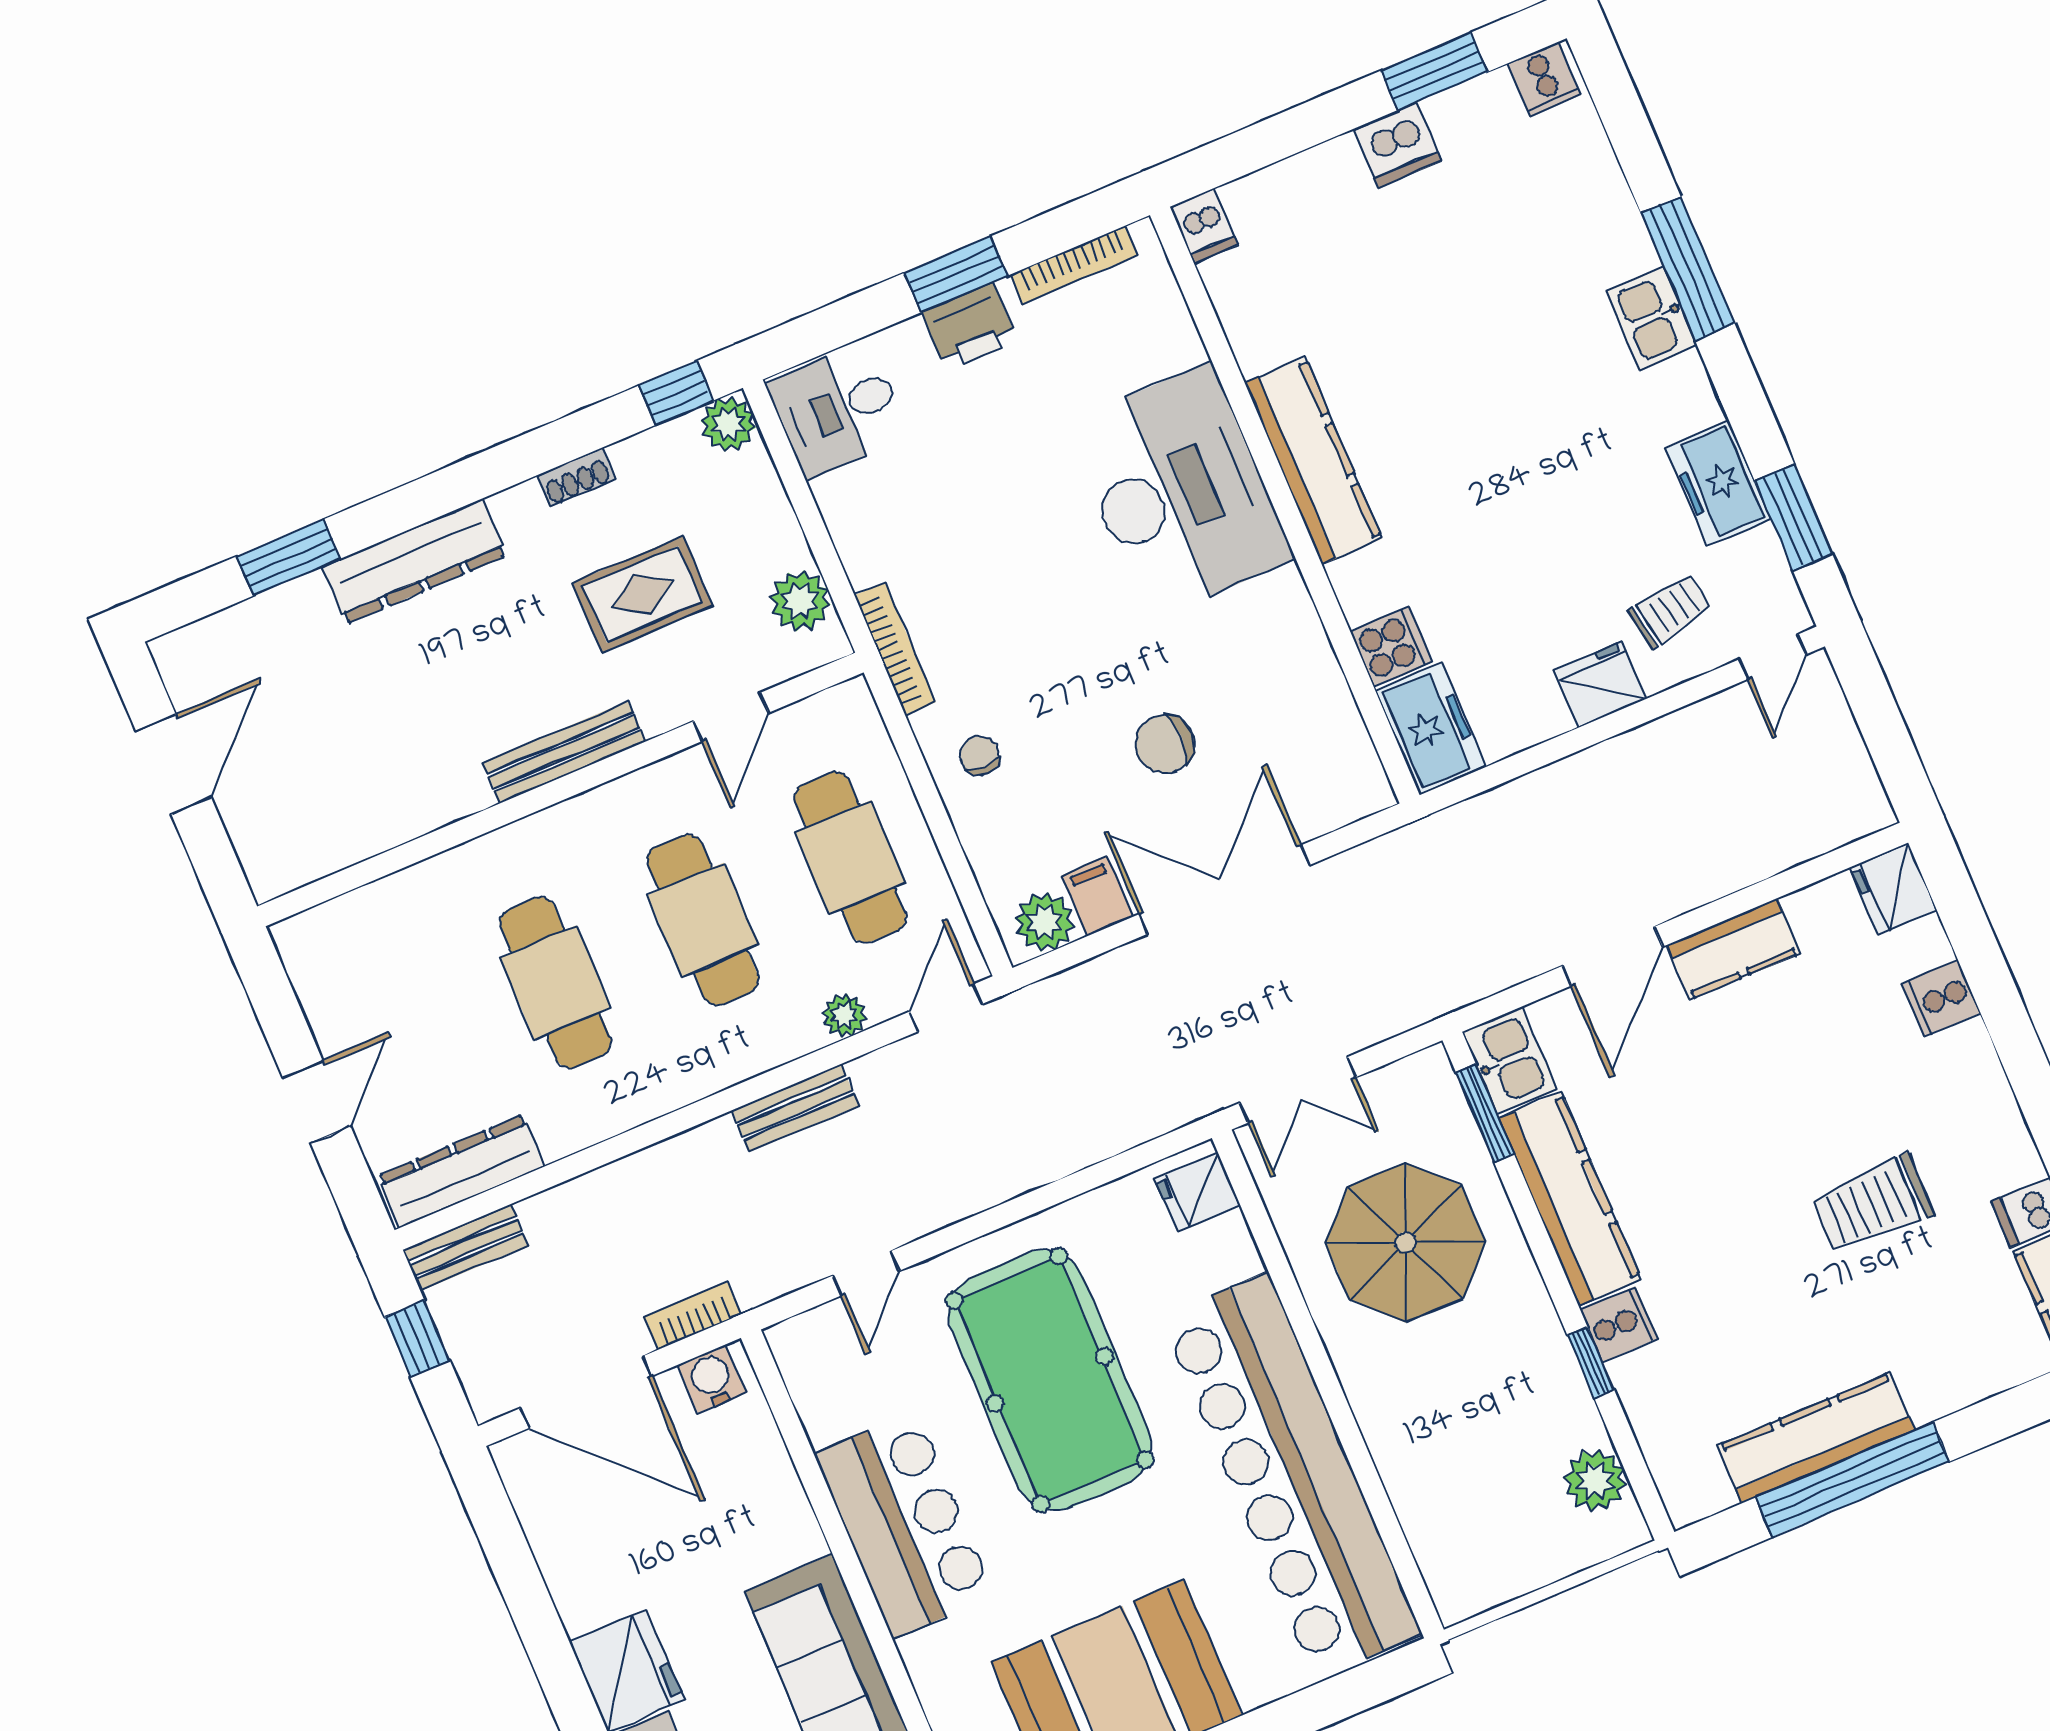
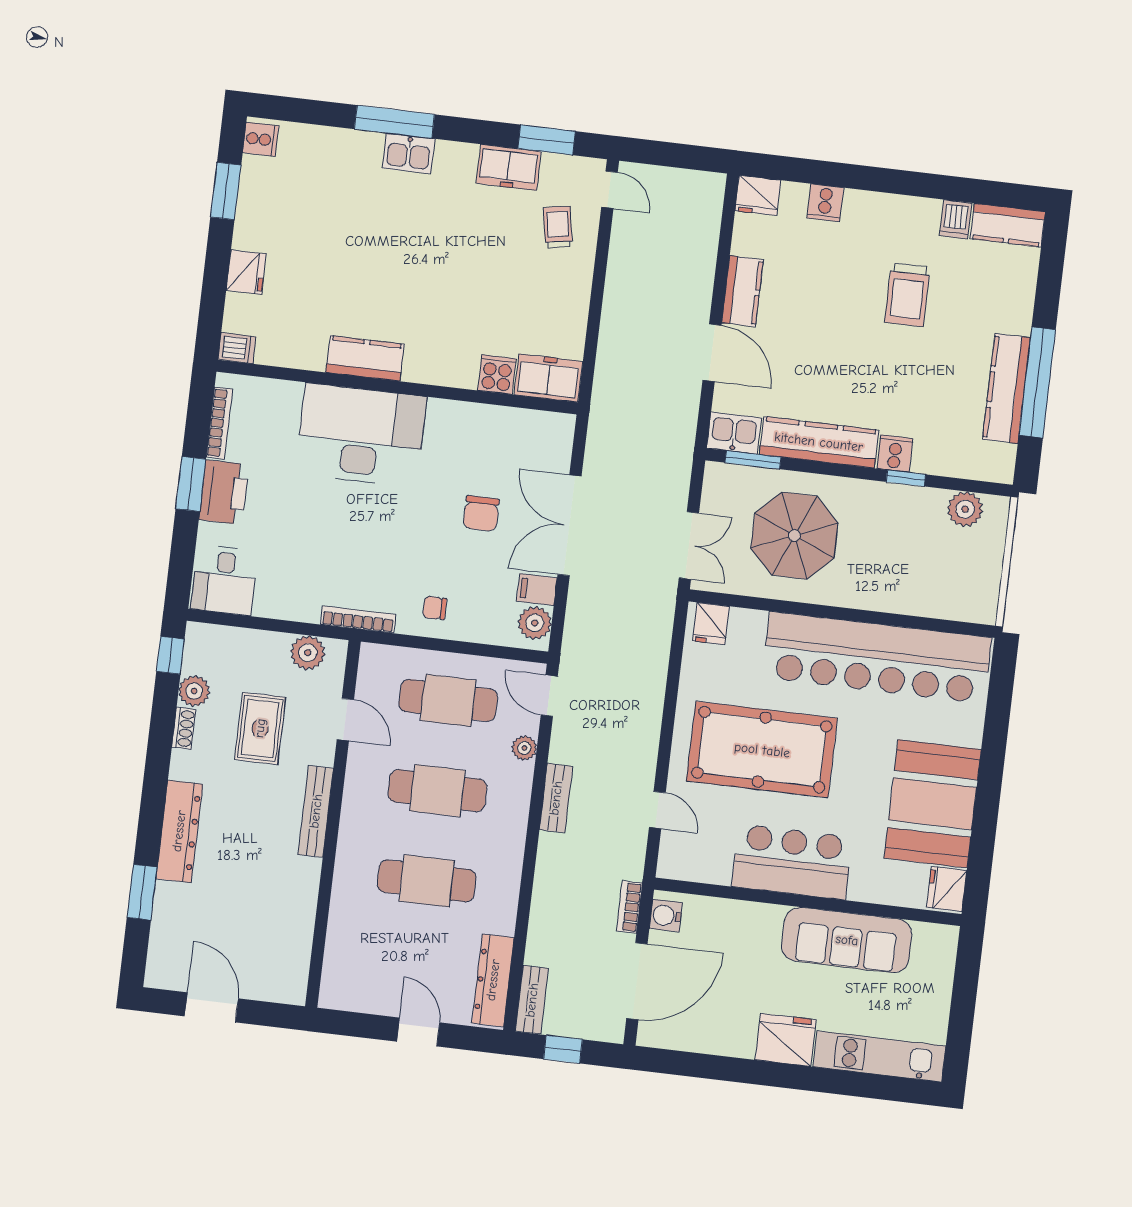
dishwasher: (1397, 145) -> (252, 230), removed
printer: (970, 326) -> (224, 492), width x1.37, depth x1.19
plant: (728, 424) -> (194, 691), moved
kitchen counter: (1313, 461) -> (365, 358), width x0.67
fridge: (1601, 684) -> (246, 272), moved, turned 180

